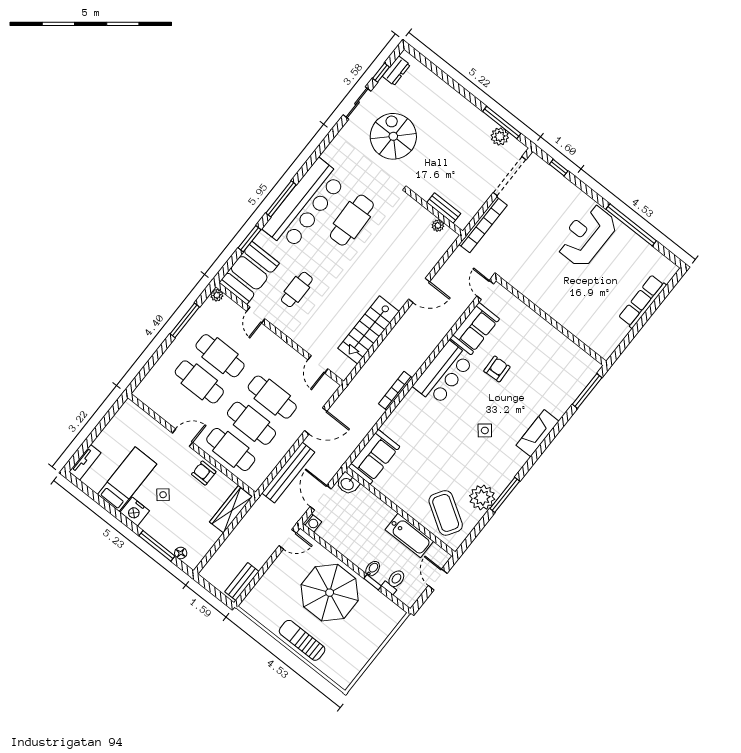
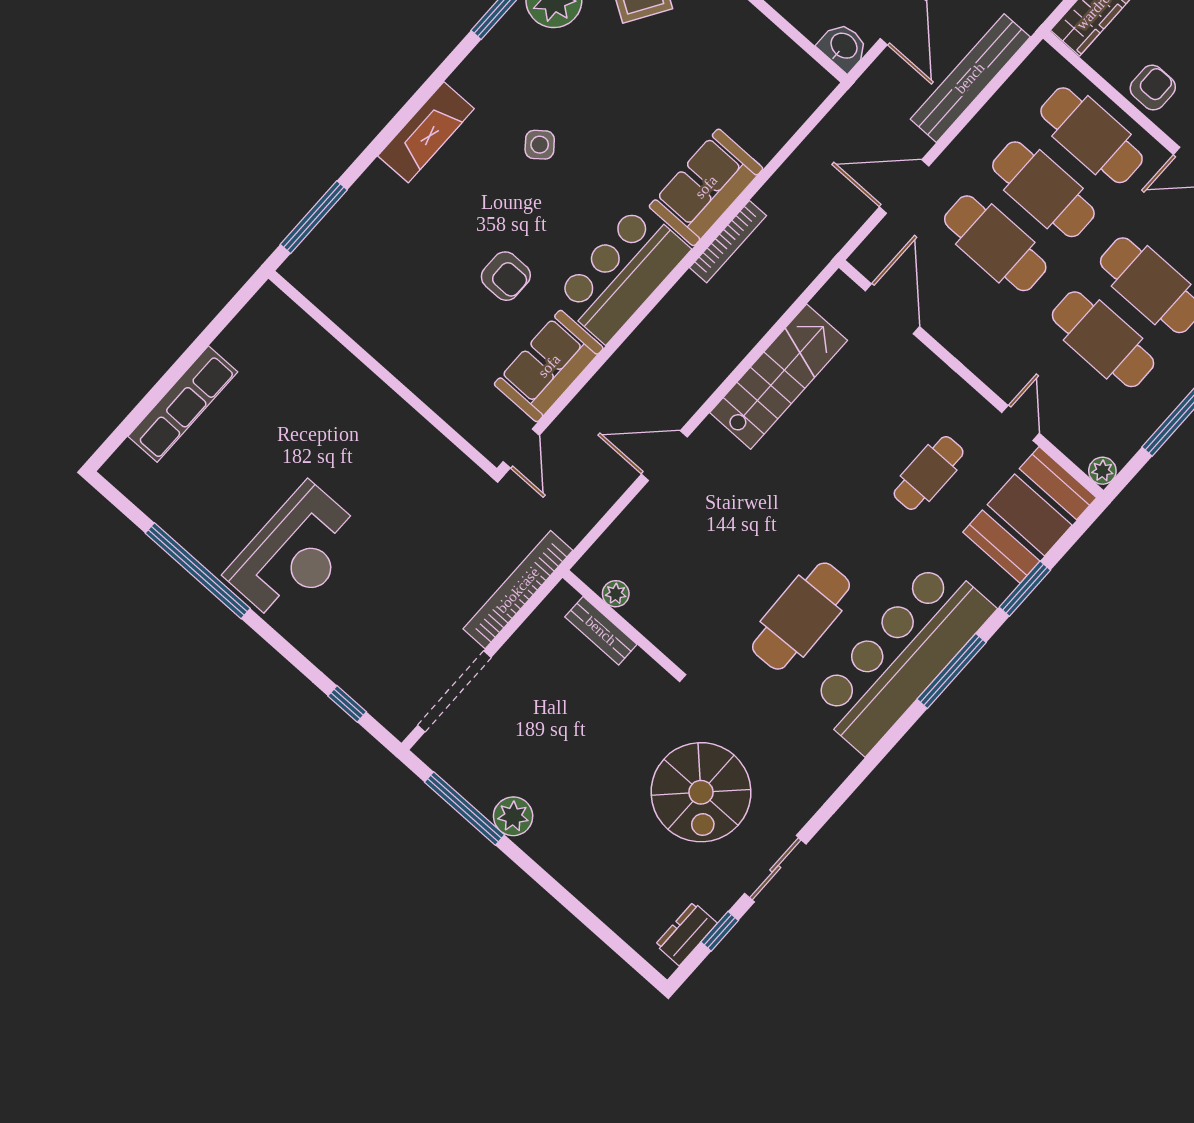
plant: (500, 136) -> (513, 816), moved
door: (318, 364) -> (892, 309), width x1.37
armchair: (497, 369) -> (506, 276), turned -87
sofa: (374, 457) -> (706, 187), moved
armchair: (204, 473) -> (1153, 88), turned -90

